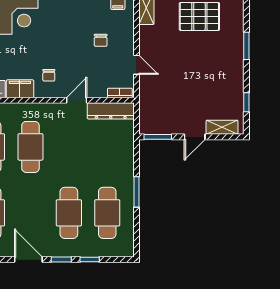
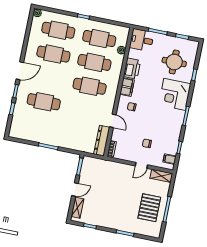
door: (136, 65) -> (141, 165), moved
door: (195, 137) -> (75, 189), swing flipped
cafe table: (107, 213) -> (39, 126), removed

